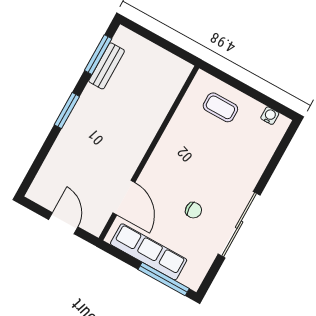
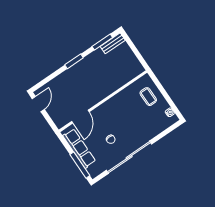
bench: (107, 66) -> (113, 43), moved
door: (63, 223) -> (38, 104), moved
sliding door: (239, 225) -> (129, 157), width x1.36

